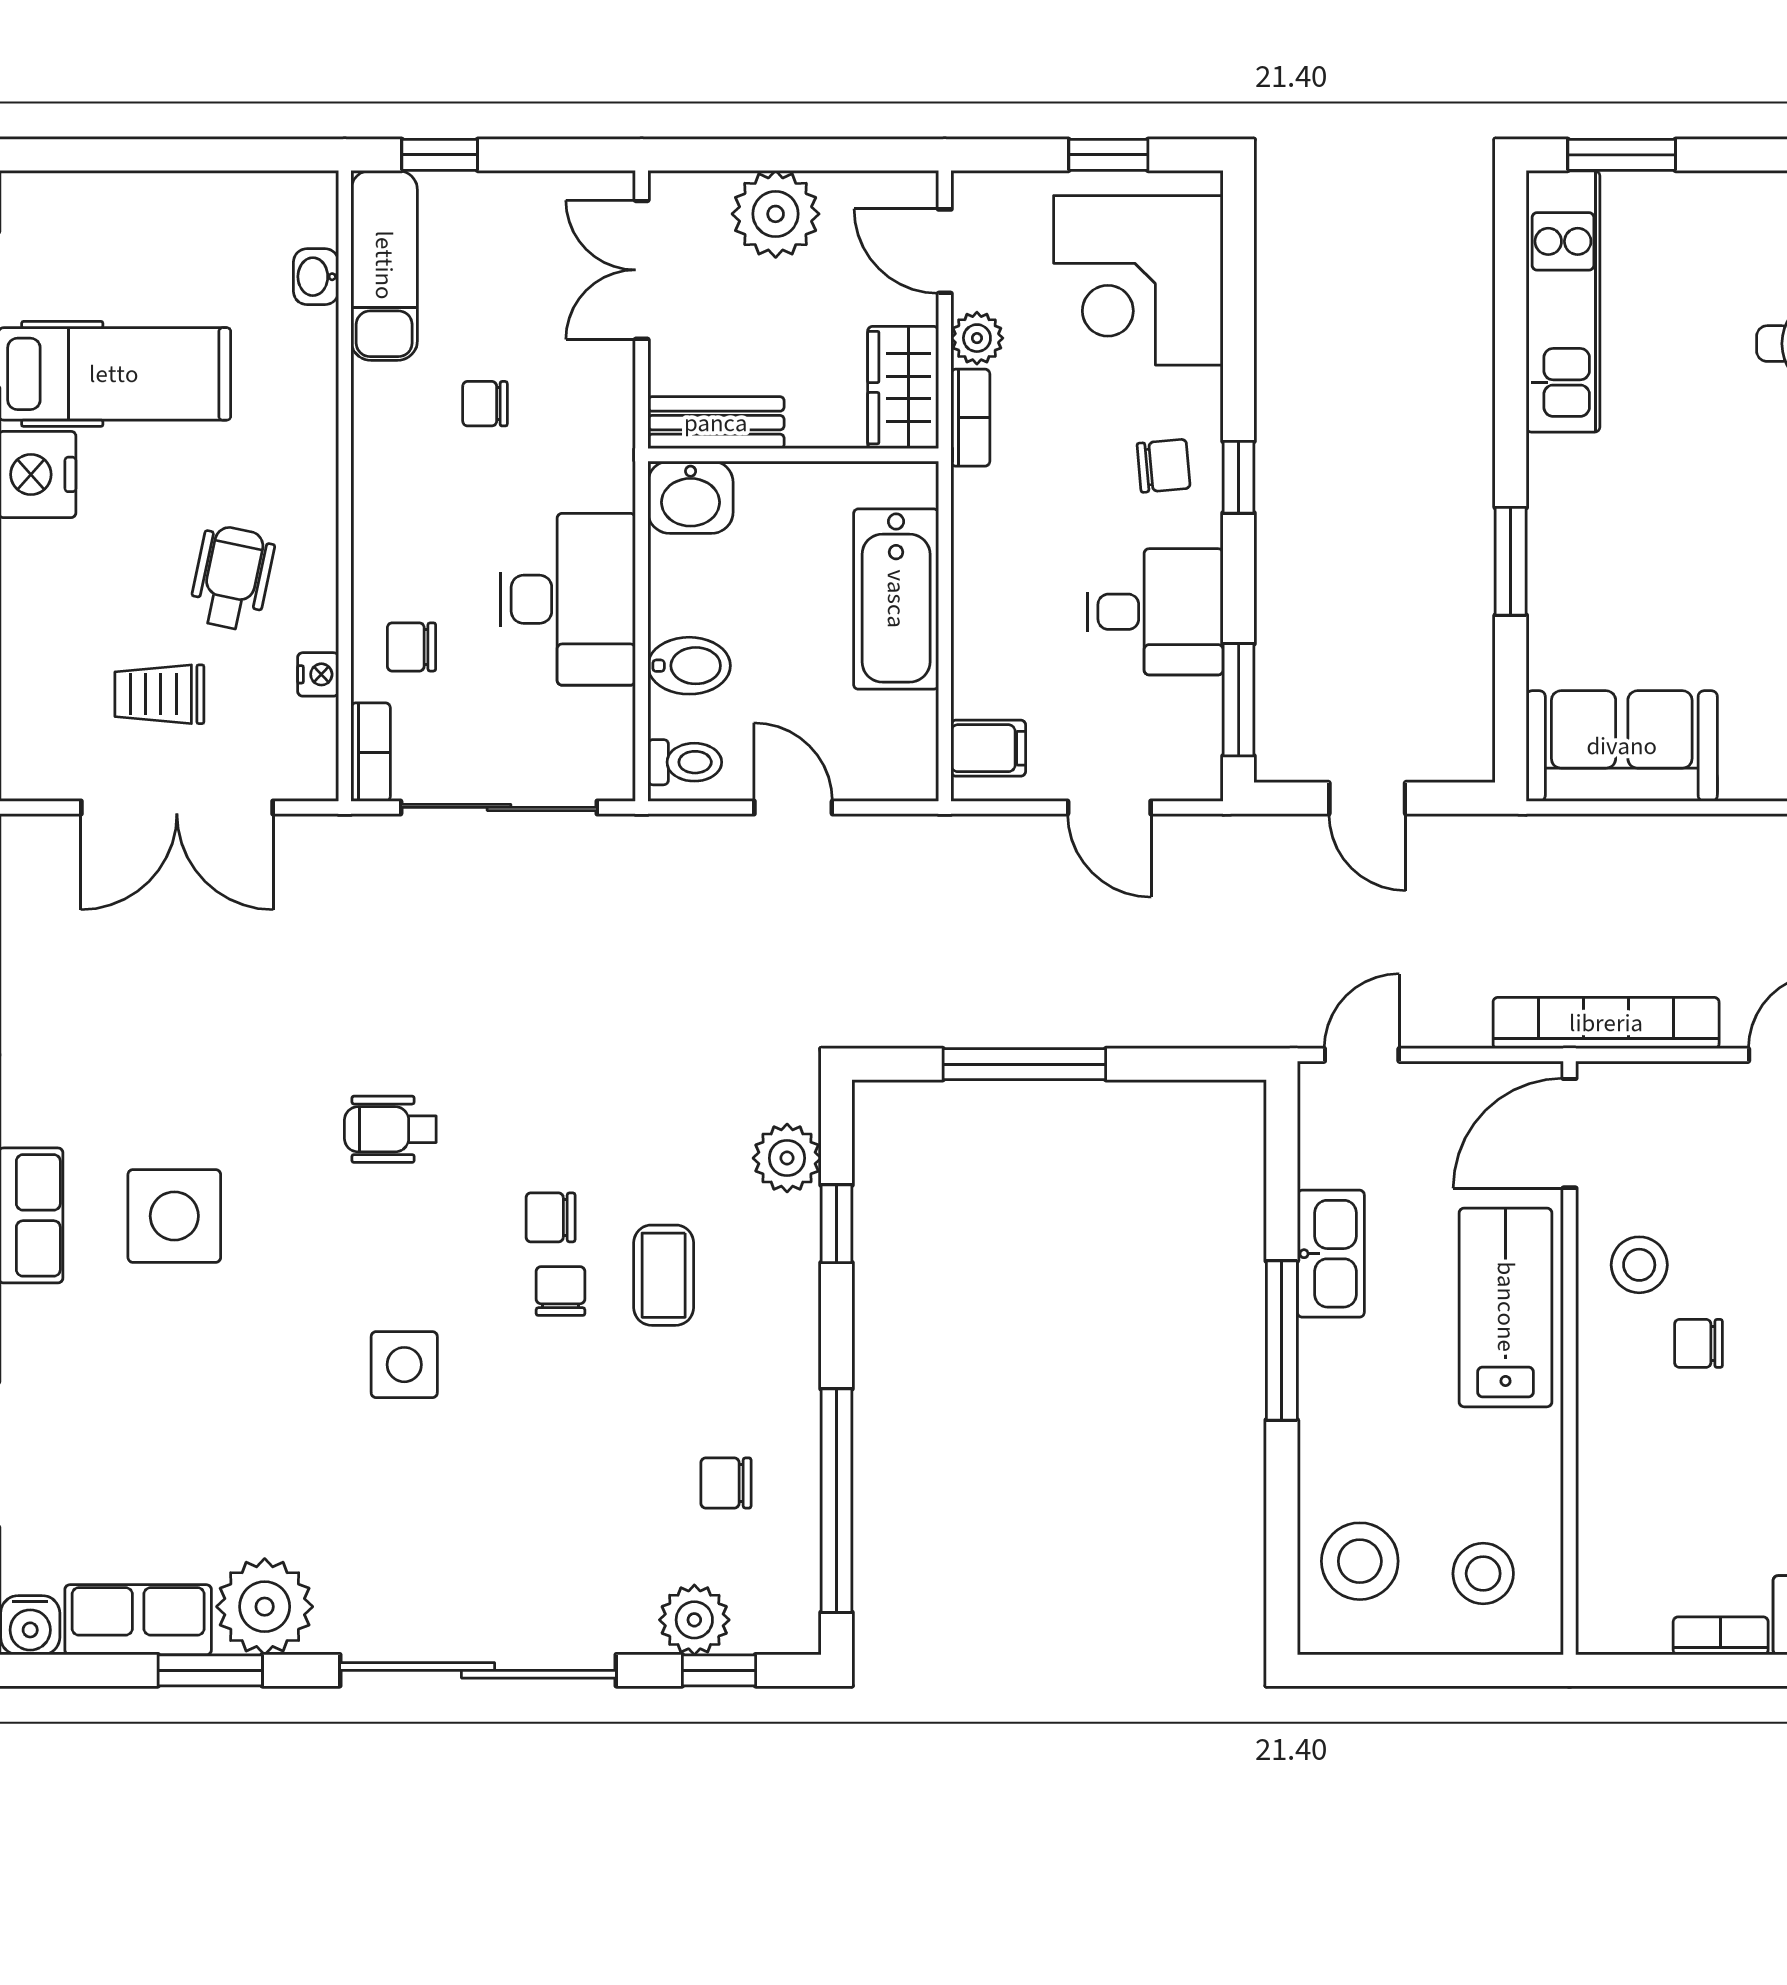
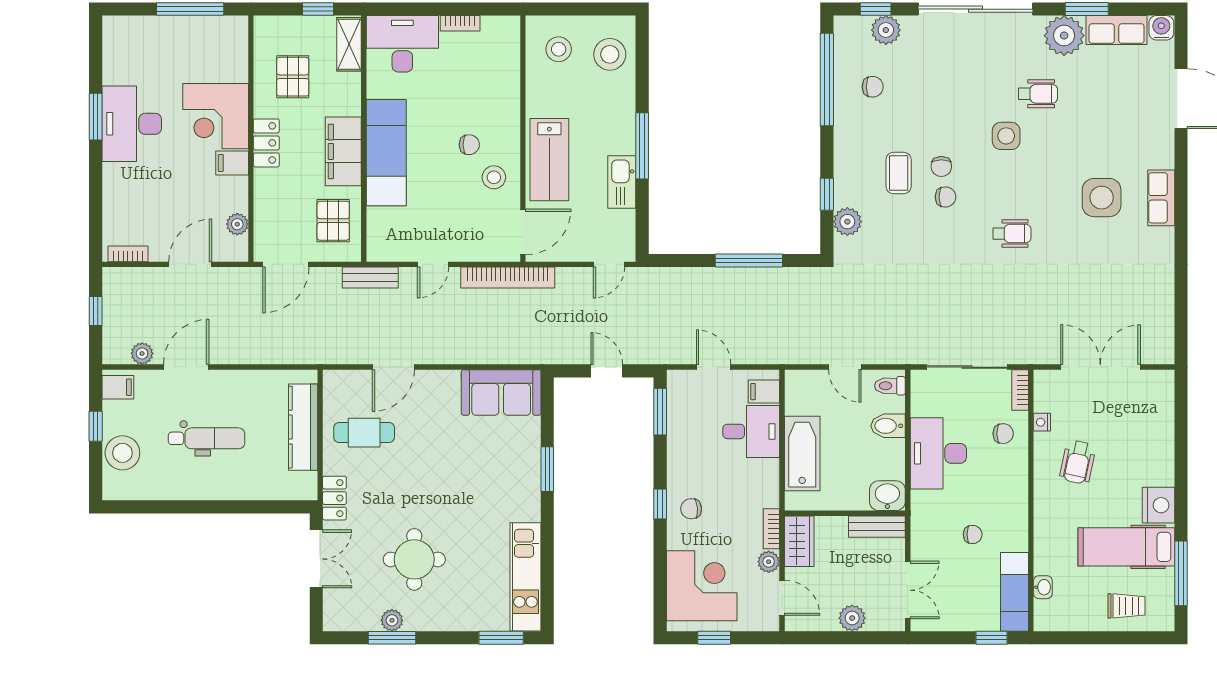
plant: (776, 214) -> (852, 618), width x0.73, depth x0.73
desk: (1155, 612) -> (751, 431), moved, turned 180
trolley: (159, 694) -> (1126, 606), moved
wheelchair: (328, 1466) -> (1038, 94), added

